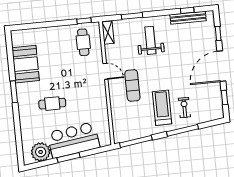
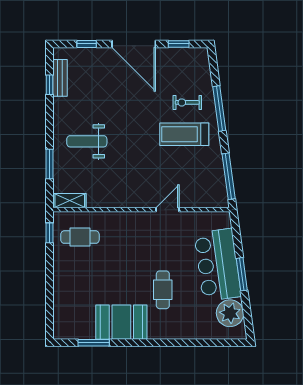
bench: (188, 18) -> (60, 78), width x0.73
booth: (26, 64) -> (121, 322), moved
door: (105, 71) -> (168, 210), moved
exercise mat: (132, 86) -> (149, 173), removed
window: (14, 92) -> (94, 343), moved

